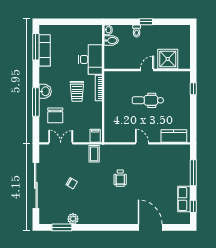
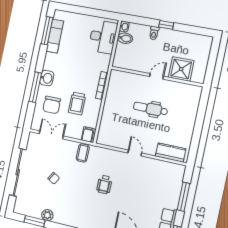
desk: (90, 59) -> (103, 37), moved
window: (193, 89) -> (203, 106), removed
trolley: (77, 91) -> (77, 103), moved

